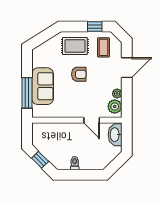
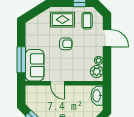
door: (127, 68) -> (107, 38), hinge flipped
sofa: (43, 86) -> (35, 65), moved
door: (92, 120) -> (57, 83), moved

